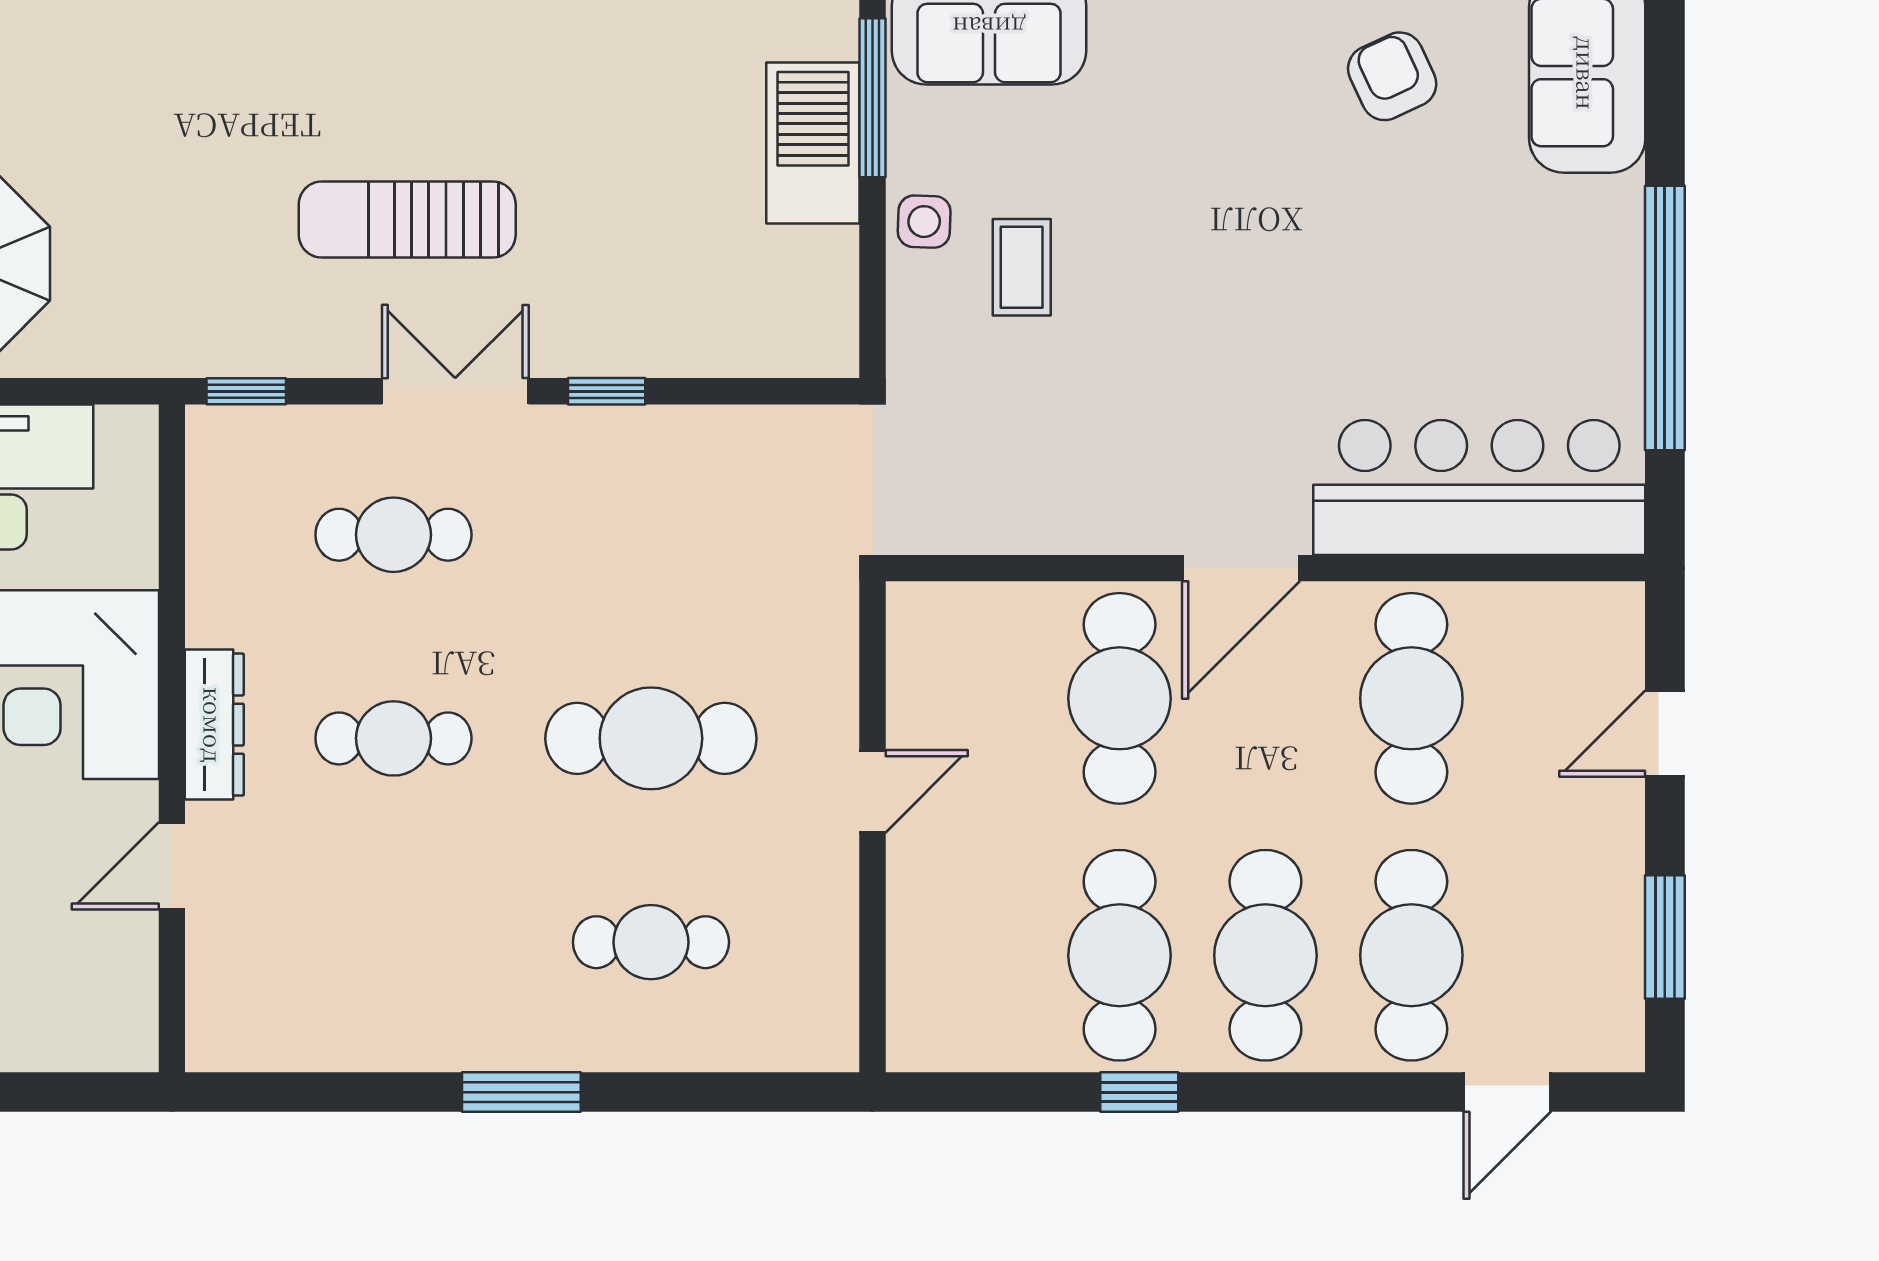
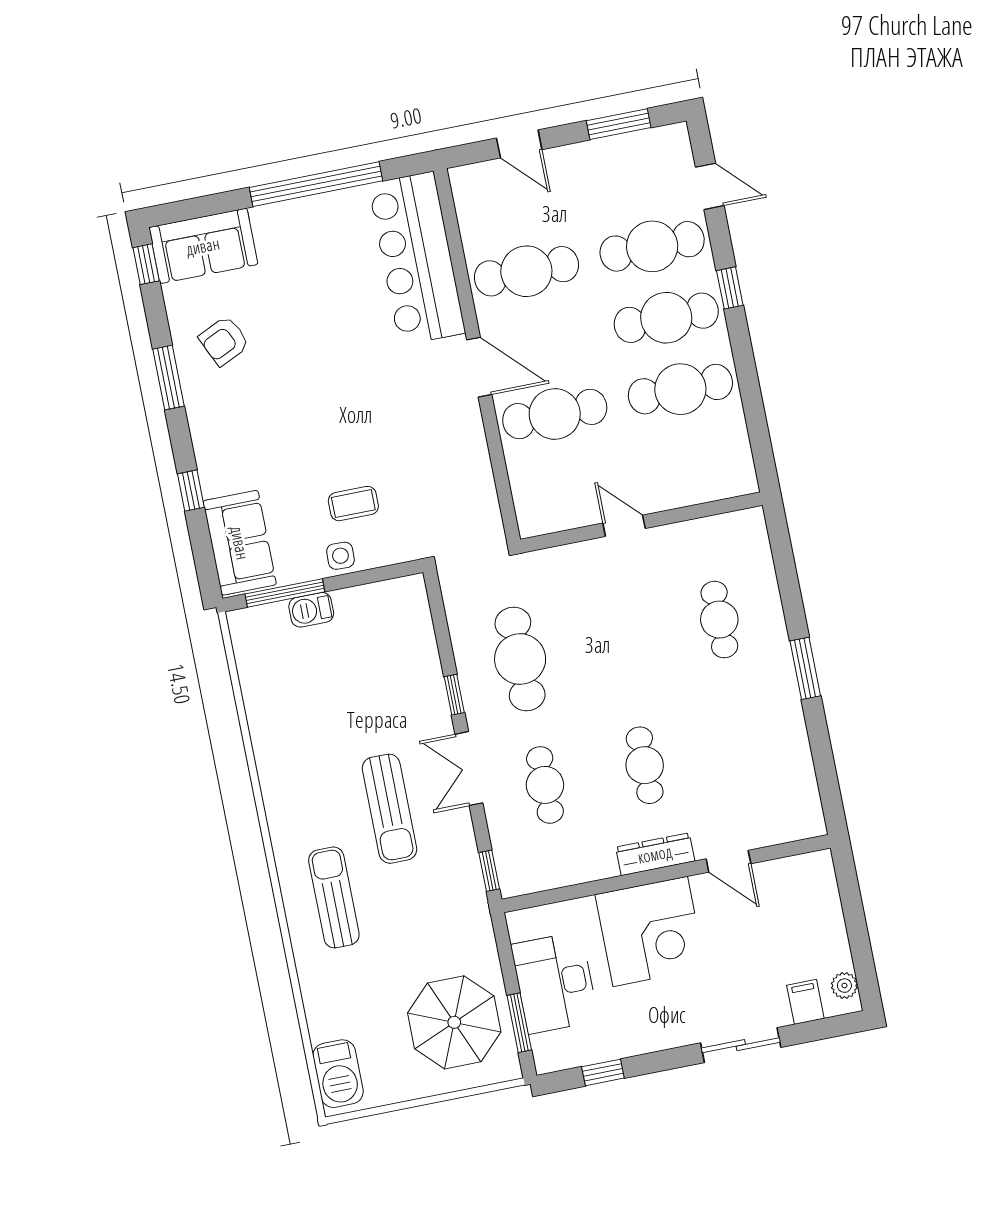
sun lounger: (254, 76) -> (334, 897), added
barbecue: (813, 143) -> (311, 610), width x0.53, depth x0.65
cafe table: (651, 738) -> (520, 659), moved
window: (1139, 1092) -> (730, 288), moved

